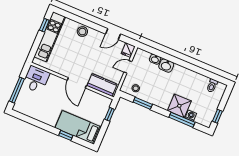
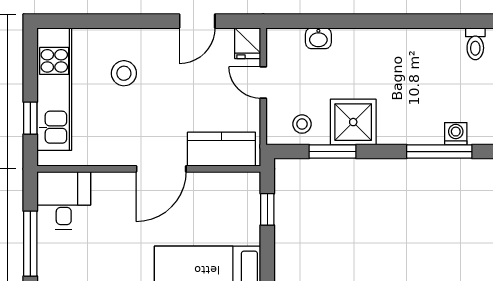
window: (44, 25) -> (30, 118), moved
stool: (82, 32) -> (124, 73), moved
washbasin: (166, 66) -> (350, 42), removed
door: (128, 67) -> (263, 82), hinge flipped
door: (77, 83) -> (161, 169), hinge flipped
shower: (179, 106) -> (353, 122), moved

